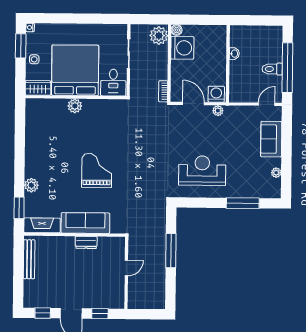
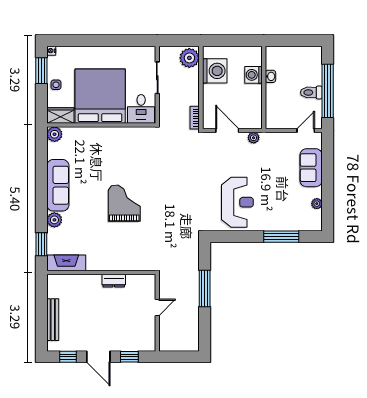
boiler: (177, 30) -> (208, 52), removed
washing machine: (216, 94) -> (253, 75), moved, turned -90
plant: (75, 106) -> (55, 134), moved
reception desk: (202, 171) -> (237, 202), turned 90
sofa: (85, 223) -> (58, 185), moved, turned 90
bench: (29, 259) -> (53, 320), moved

